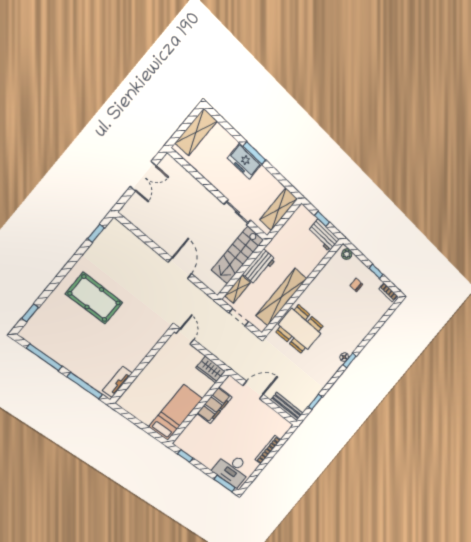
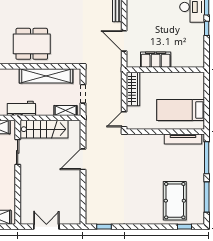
workbench: (259, 267) -> (21, 108), moved
pool table: (94, 298) -> (175, 201), moved
dining table: (300, 329) -> (32, 44), moved, turned 90
wardrobe: (211, 370) -> (133, 89), width x1.50
tv unit: (117, 382) -> (183, 139), width x1.41
bed: (176, 413) -> (181, 110), moved
window: (185, 456) -> (207, 28), moved

